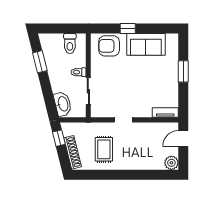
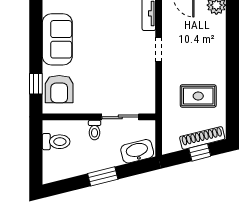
window: (128, 29) -> (36, 84), moved
window: (40, 62) -> (103, 176), moved
doorway: (123, 120) -> (159, 50), moved
window: (59, 138) -> (200, 152), moved

